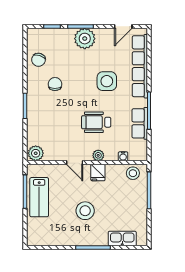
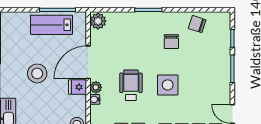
plant: (85, 39) -> (220, 73), removed
side table: (107, 81) -> (168, 85), moved
chair: (55, 84) -> (171, 42), turned 90
water cooler: (123, 156) -> (95, 99), moved
door: (75, 163) -> (88, 62), width x1.87

